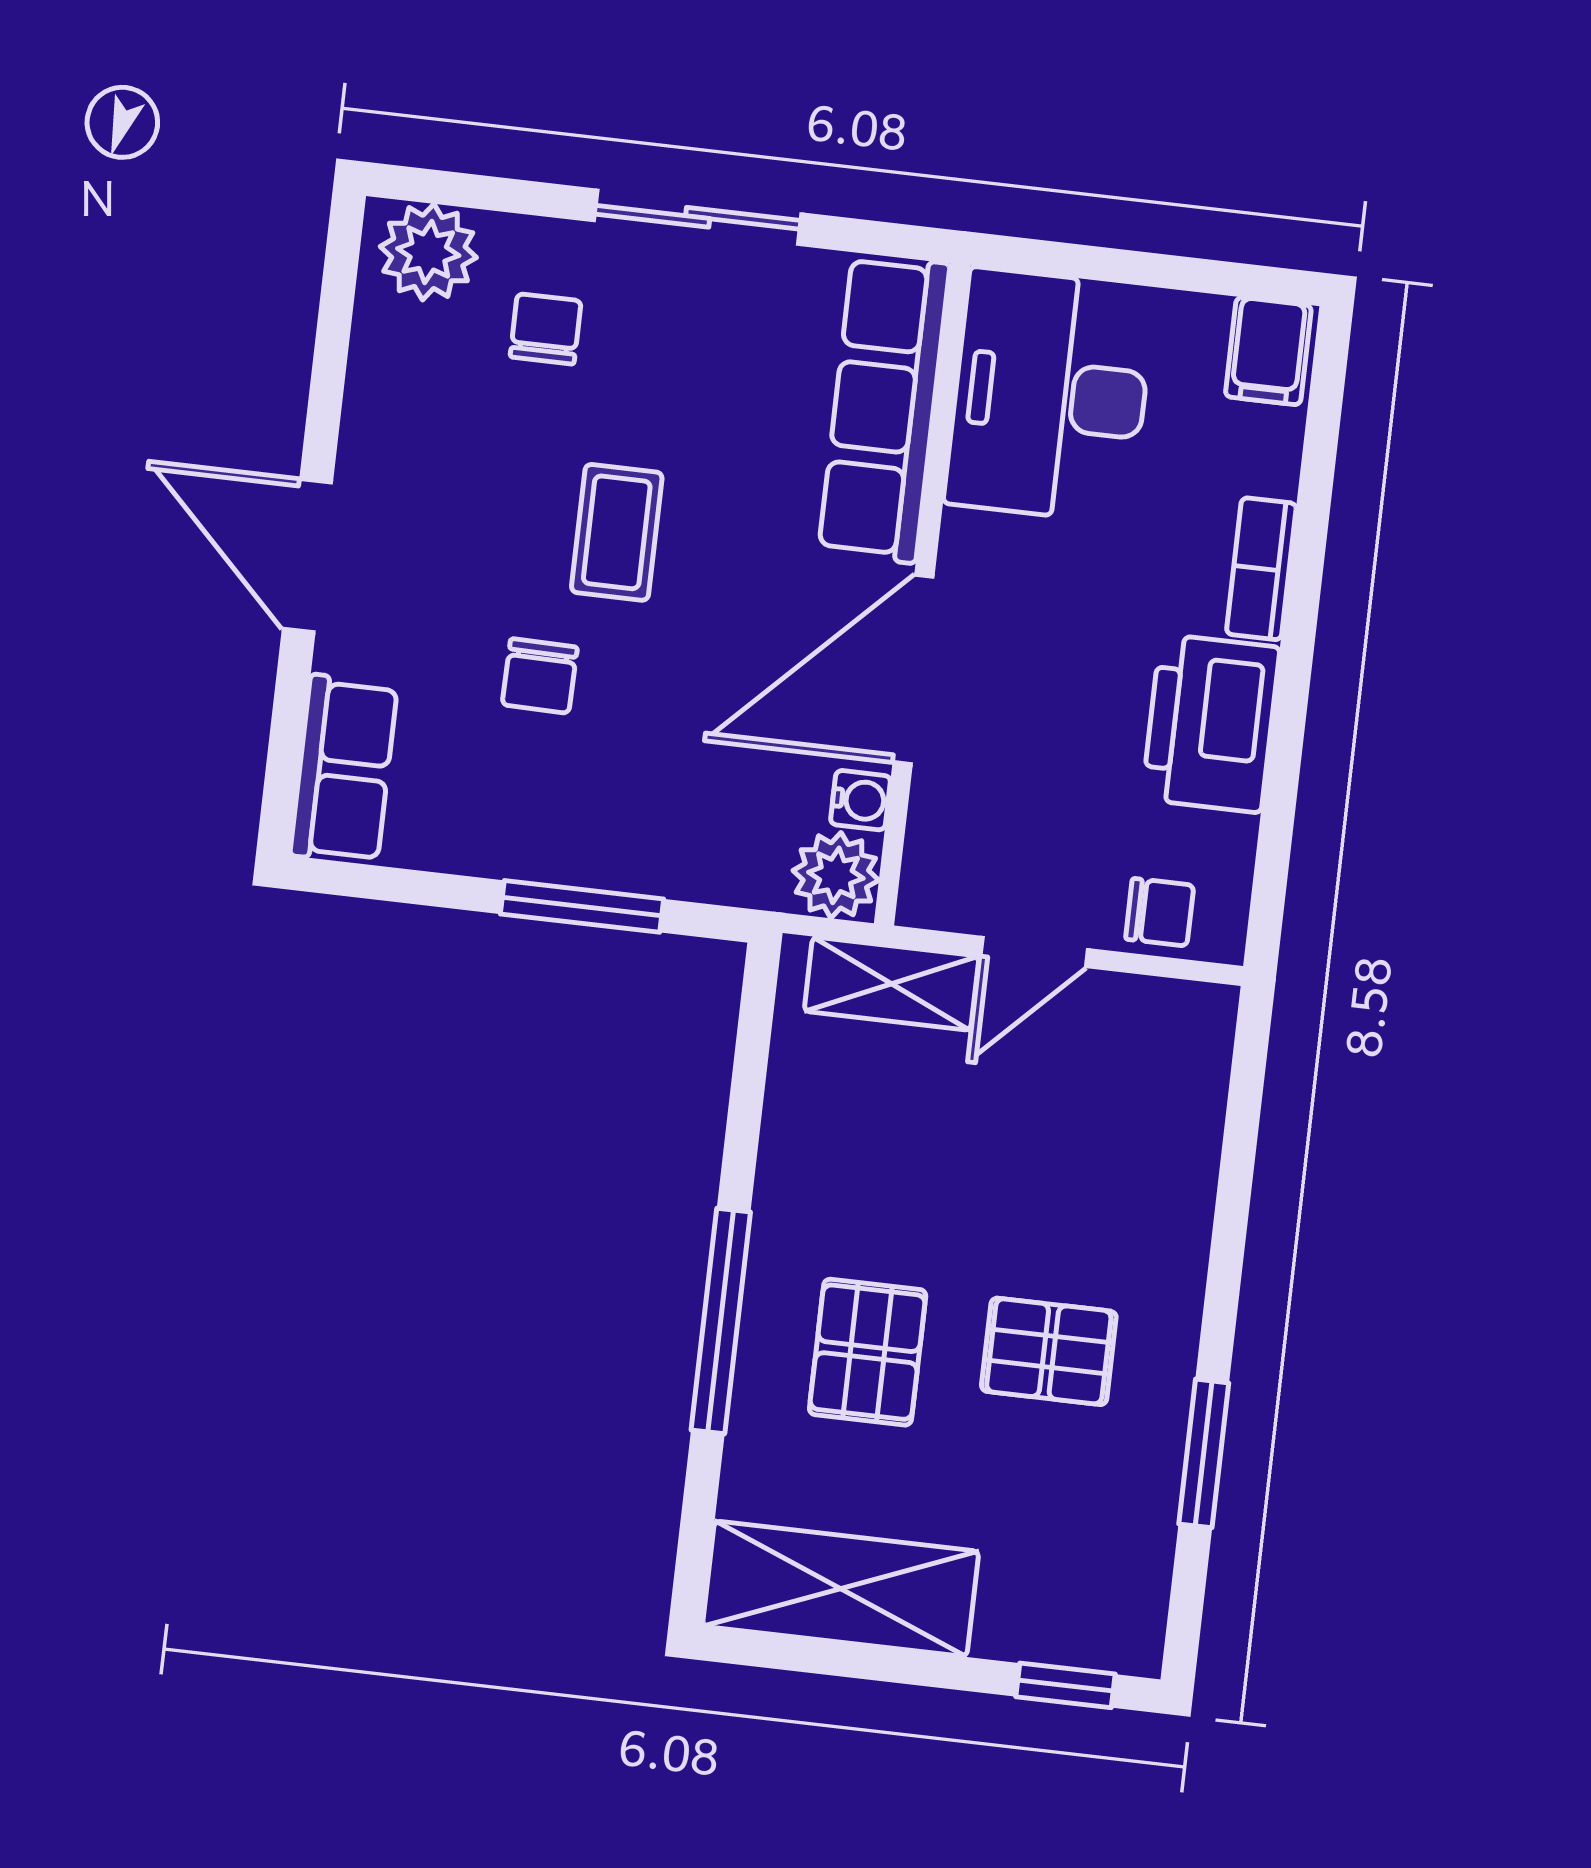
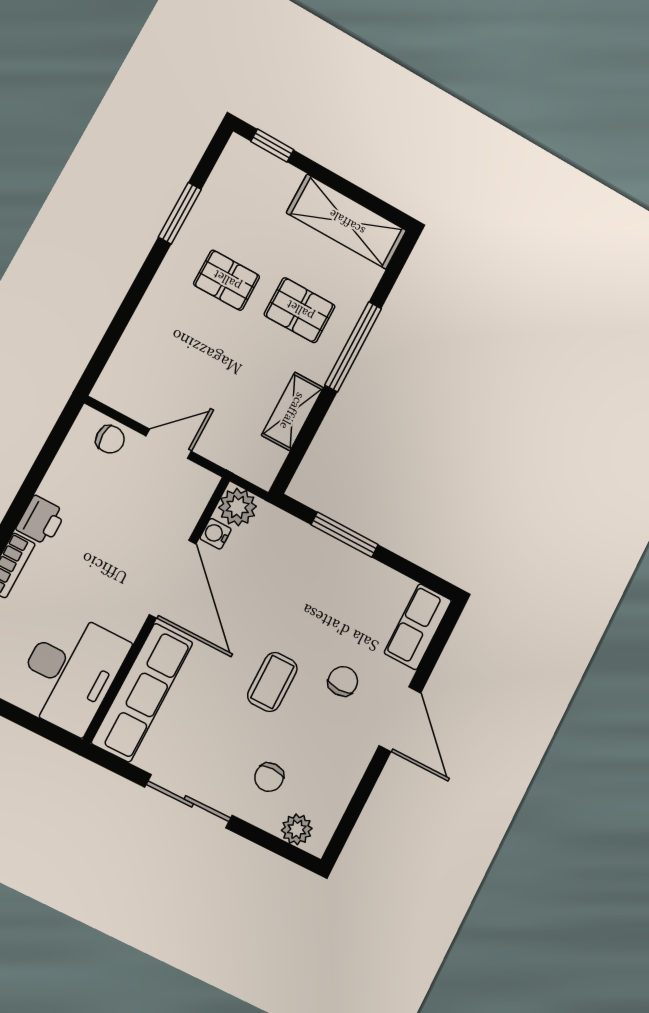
plant: (428, 252) -> (297, 829), width x0.73, depth x0.73
door: (913, 670) -> (173, 579), hinge flipped
chair: (540, 676) -> (343, 681), moved
printer: (1211, 723) -> (41, 520), width x0.53, depth x0.68
chair: (1160, 912) -> (110, 439), turned 180
shelving: (892, 984) -> (292, 411), moved, turned 90
pallet: (868, 1352) -> (300, 310), turned 90

